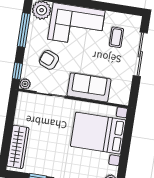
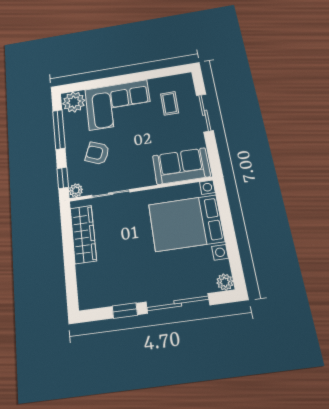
sliding door: (140, 54) -> (205, 113), width x0.73
sofa: (89, 87) -> (181, 166), moved
wardrobe: (18, 147) -> (83, 234), moved

